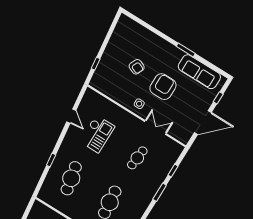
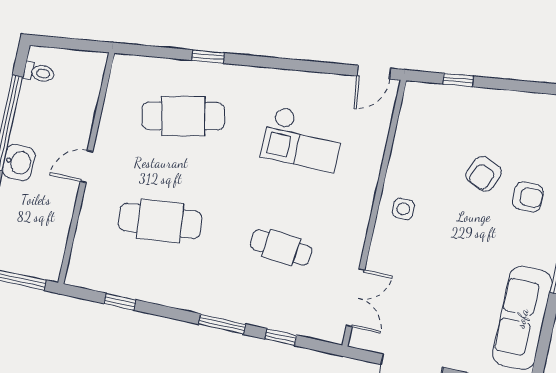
armchair: (163, 87) -> (528, 197), moved, width x0.53, depth x0.53
door: (71, 116) -> (374, 72), moved
double door: (155, 128) -> (355, 298), moved

